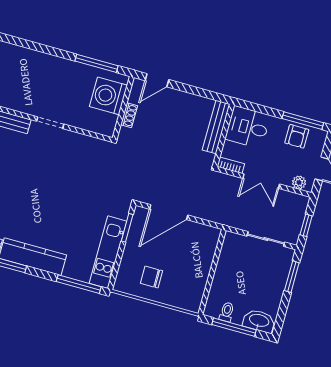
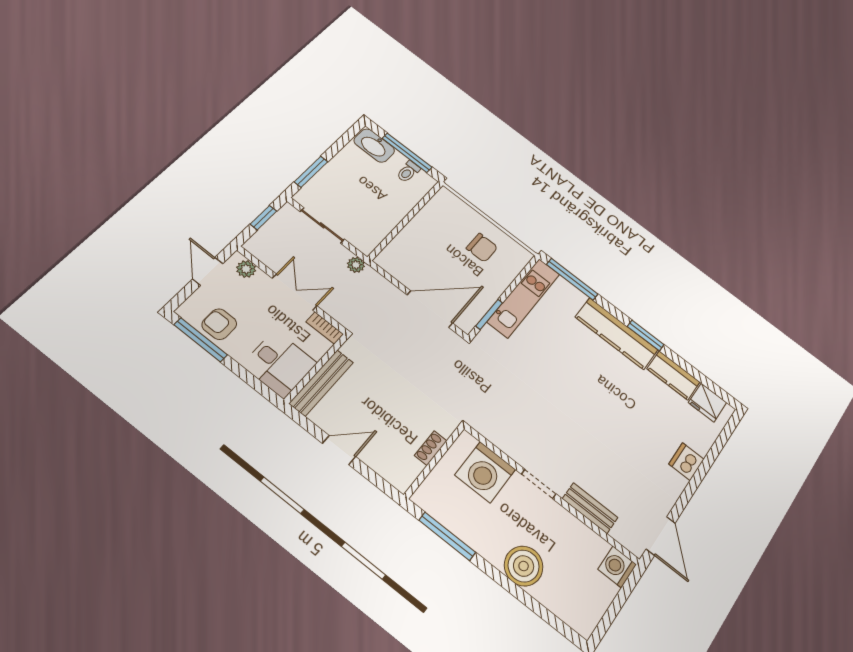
boiler: (41, 65) -> (524, 566), added
door: (157, 80) -> (339, 450), moved
washing machine: (108, 96) -> (485, 472), moved, turned 90
armchair: (297, 136) -> (219, 324), turned -90
plant: (231, 221) -> (356, 265), added

